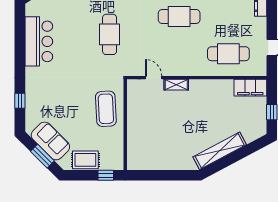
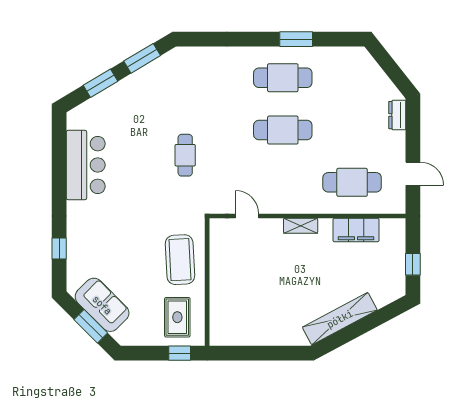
cafe table: (110, 34) -> (185, 155), width x0.73, depth x0.74
shelving: (176, 85) -> (301, 226), moved
filing cabinet: (250, 88) -> (356, 230), moved
rug: (85, 160) -> (177, 317), moved, turned 90

